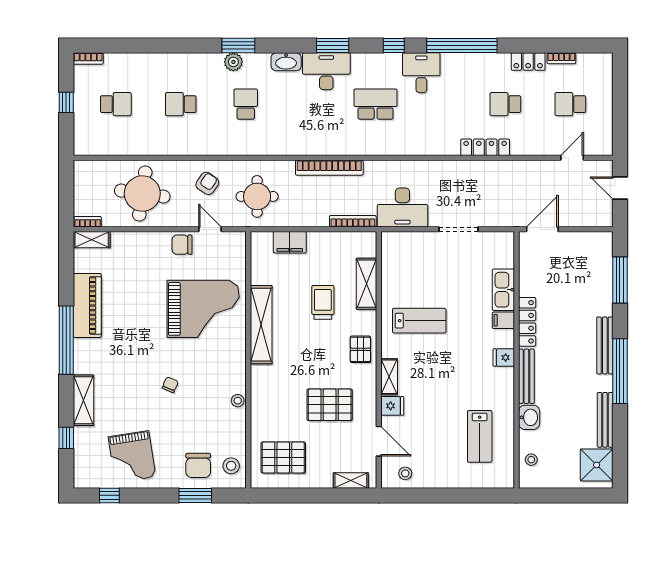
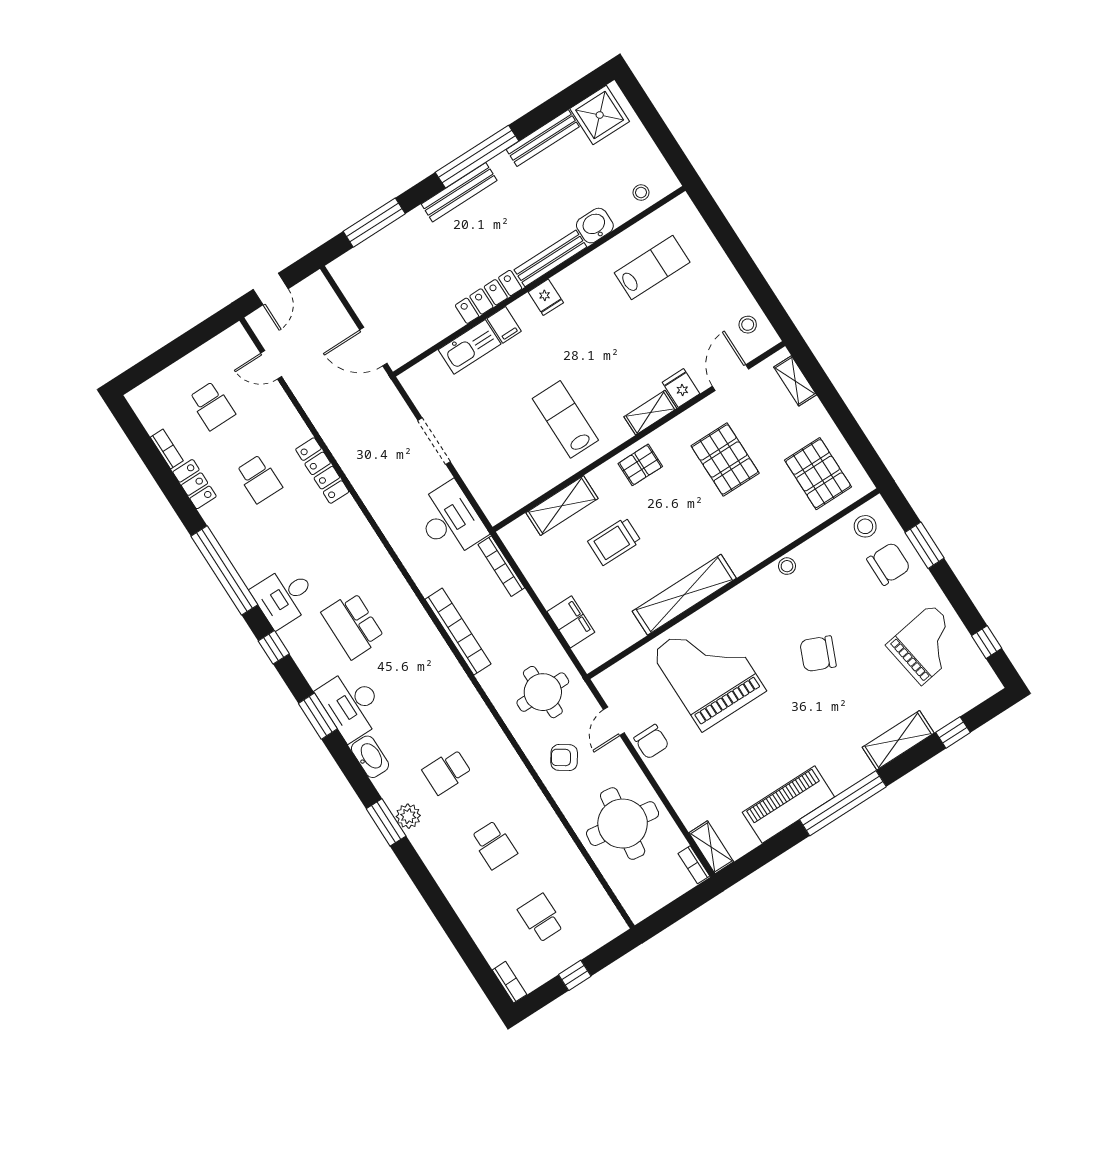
chair: (170, 385) -> (818, 654), width x1.87, depth x1.87

